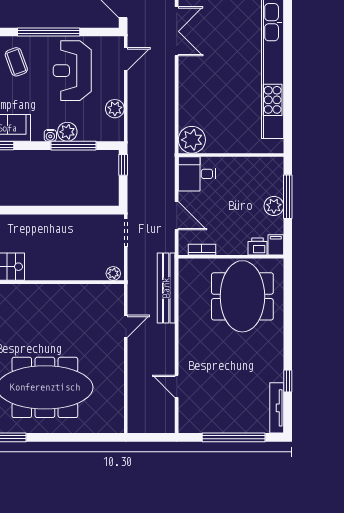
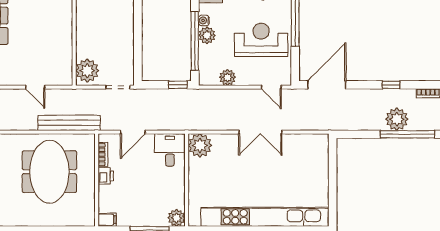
double door: (177, 31) -> (260, 132), moved
window: (73, 146) -> (195, 41), width x1.46
plant: (274, 206) -> (176, 218), moved
printer: (257, 246) -> (106, 176), moved
plant: (113, 273) -> (87, 71), width x1.88, depth x1.88
meeting table: (242, 296) -> (49, 172), moved, turned 90

